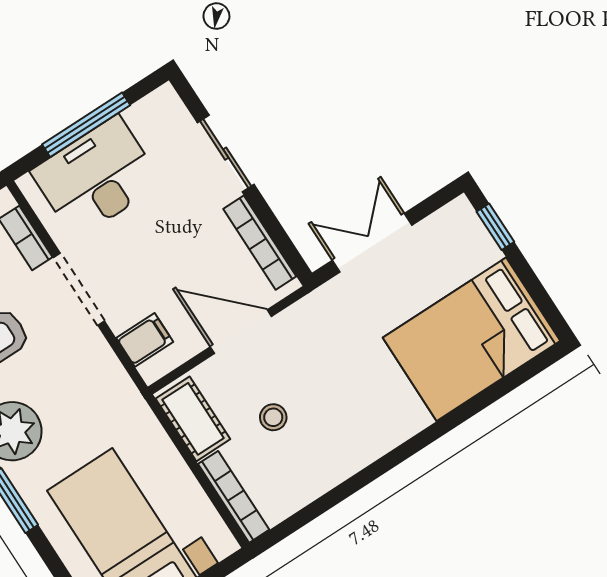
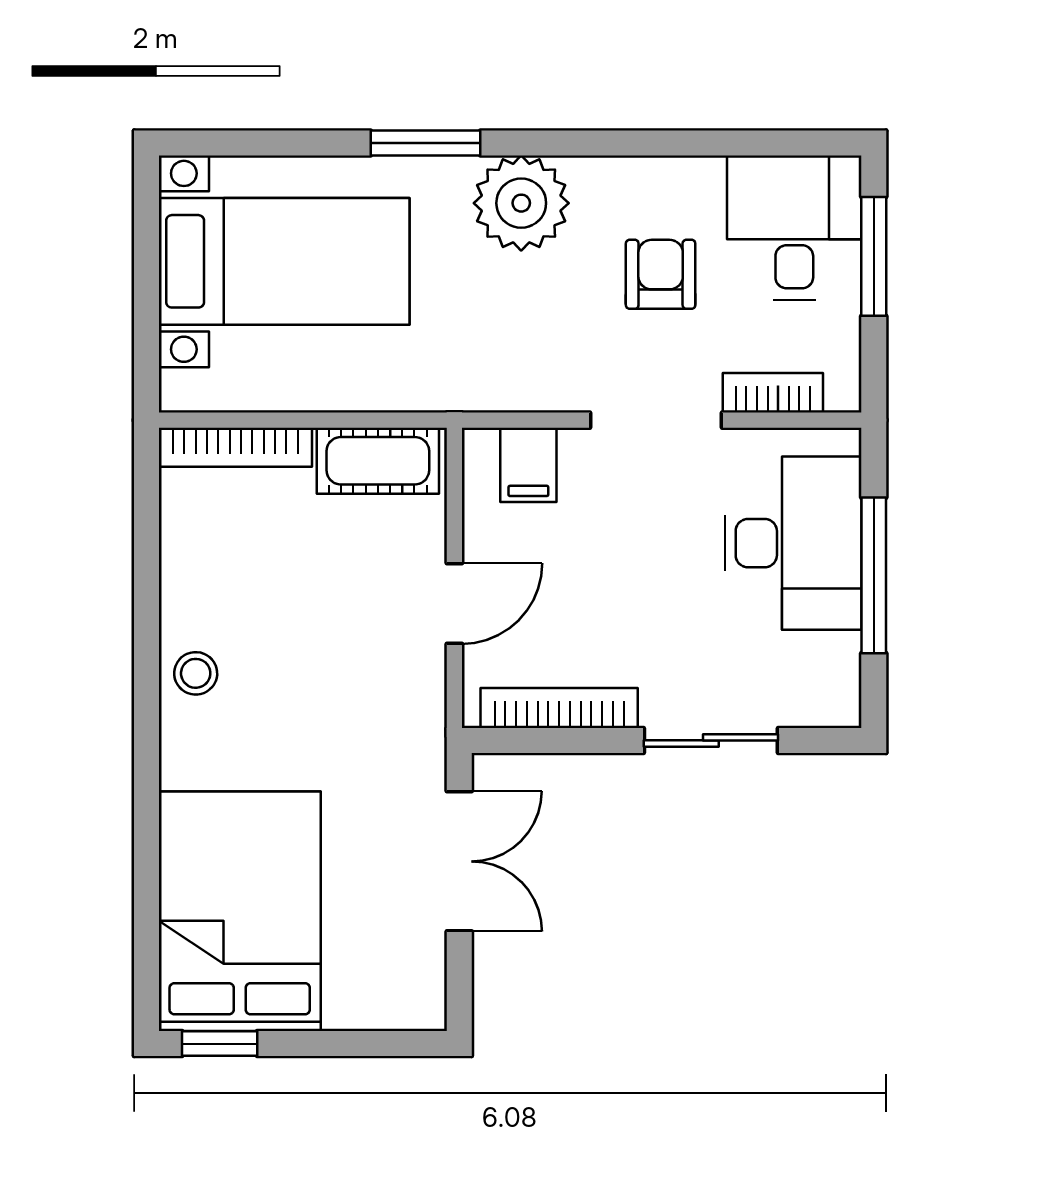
window: (495, 227) -> (220, 1044), moved
door: (241, 332) -> (454, 603), width x0.73
stool: (273, 417) -> (196, 673), moved

